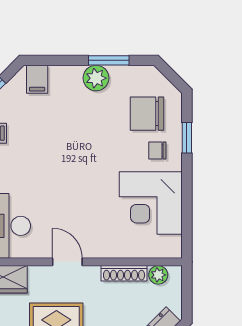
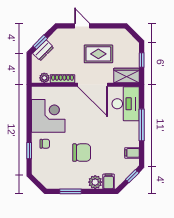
plant: (96, 78) -> (95, 182), moved
chair: (147, 114) -> (82, 153), moved
door: (67, 262) -> (93, 85), width x1.88

